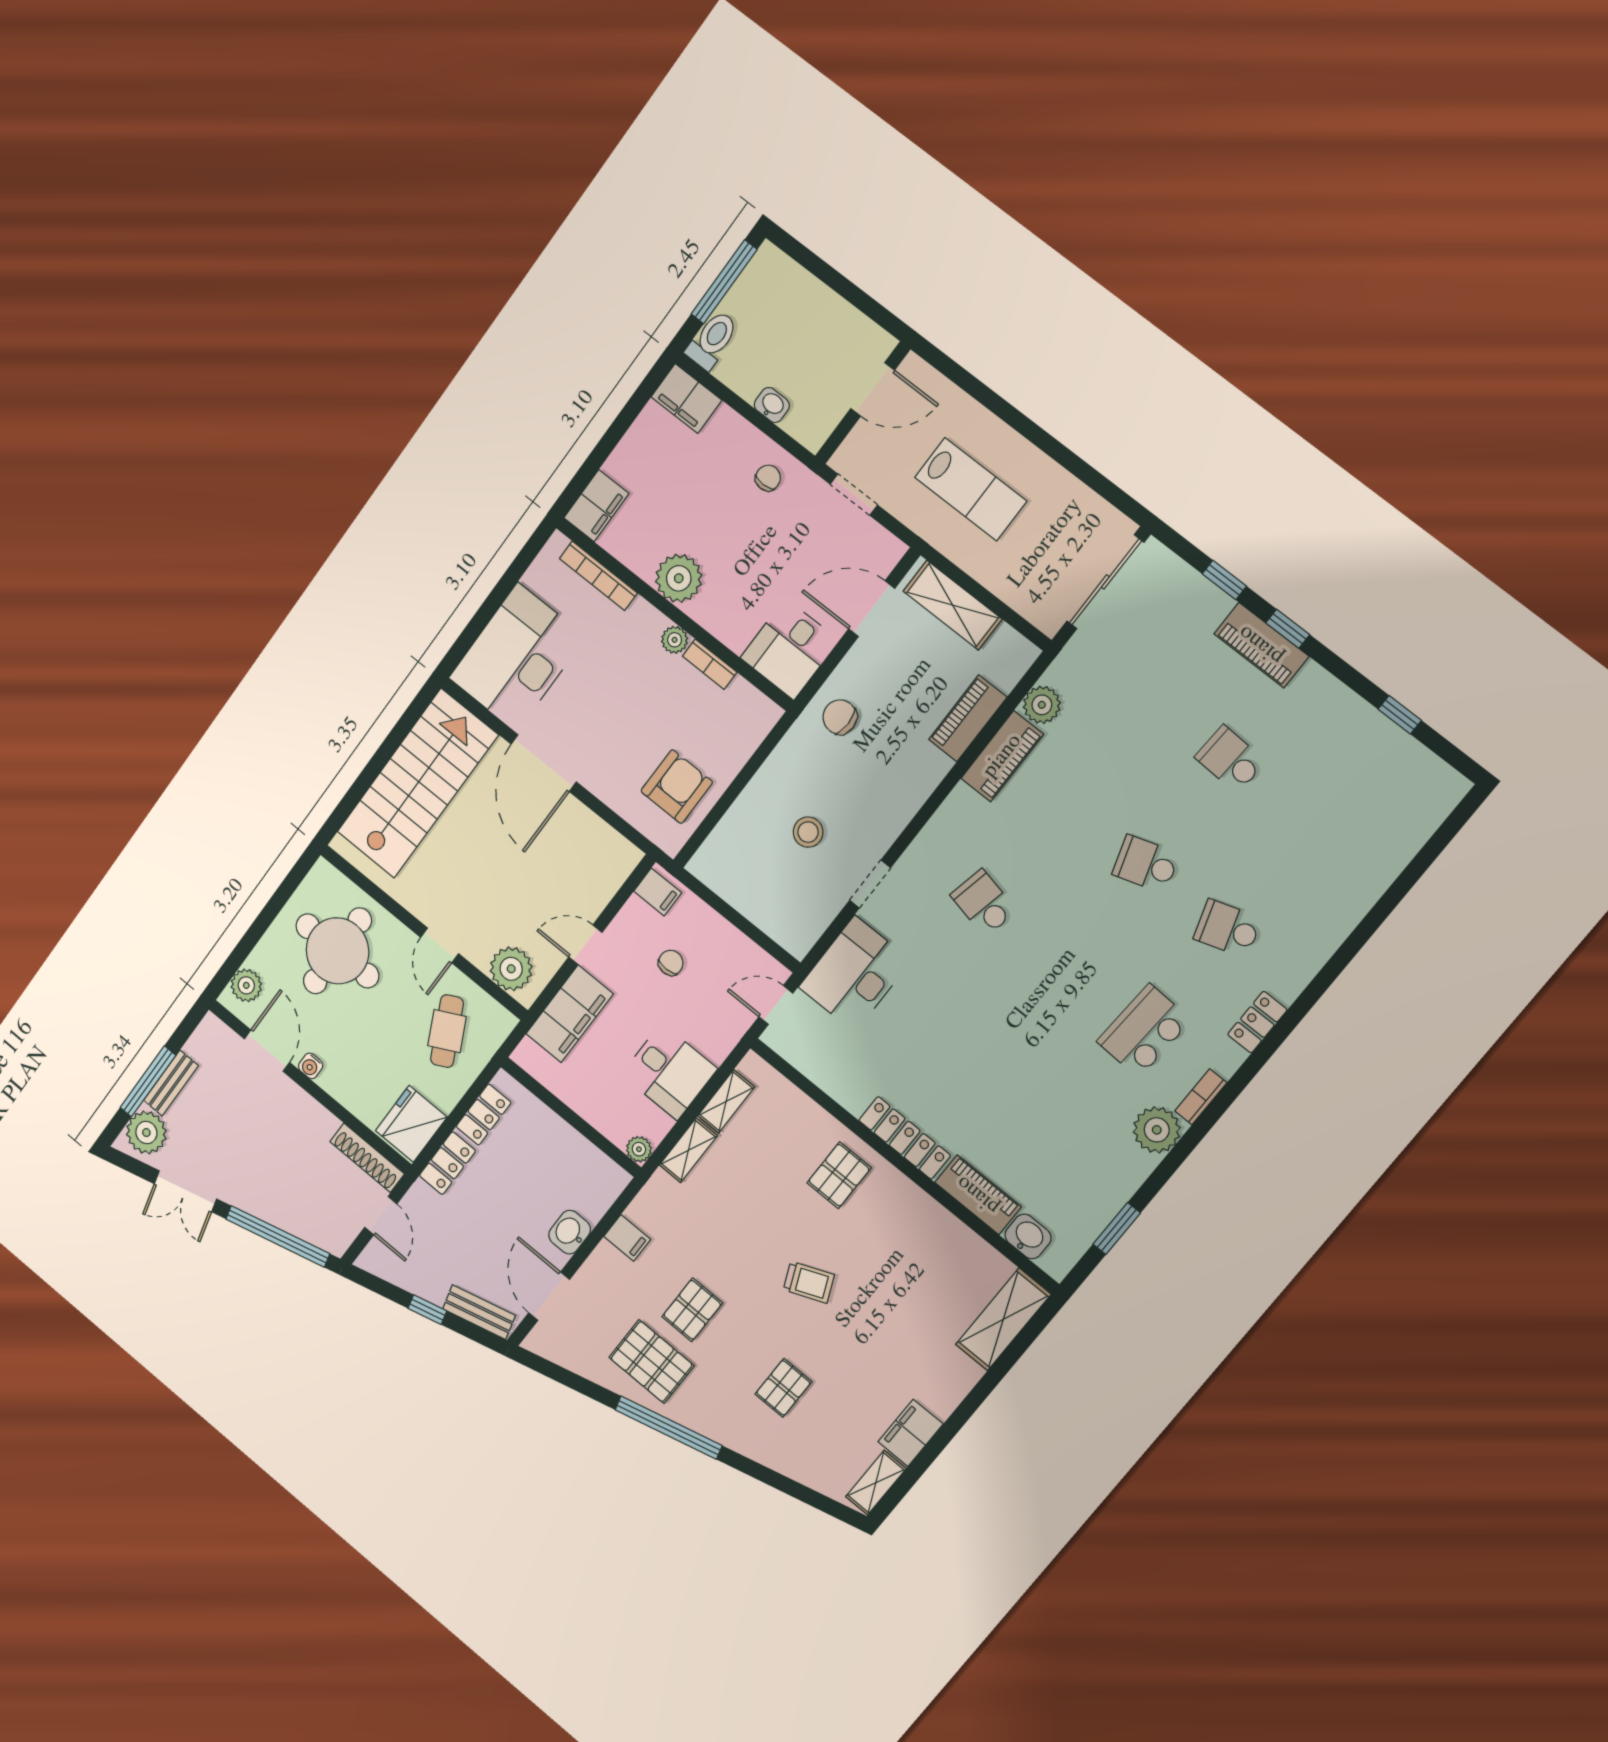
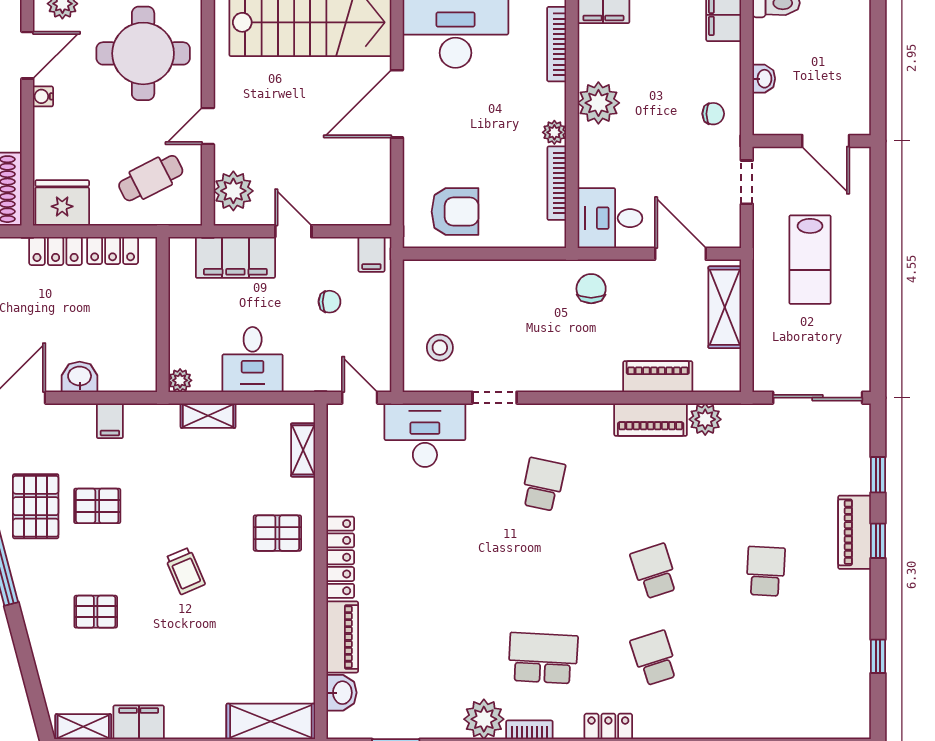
bookcase: (710, 664) -> (557, 183), width x1.56
stool: (808, 832) -> (440, 348), moved
shelving: (726, 1101) -> (303, 450), moved, turned 90

